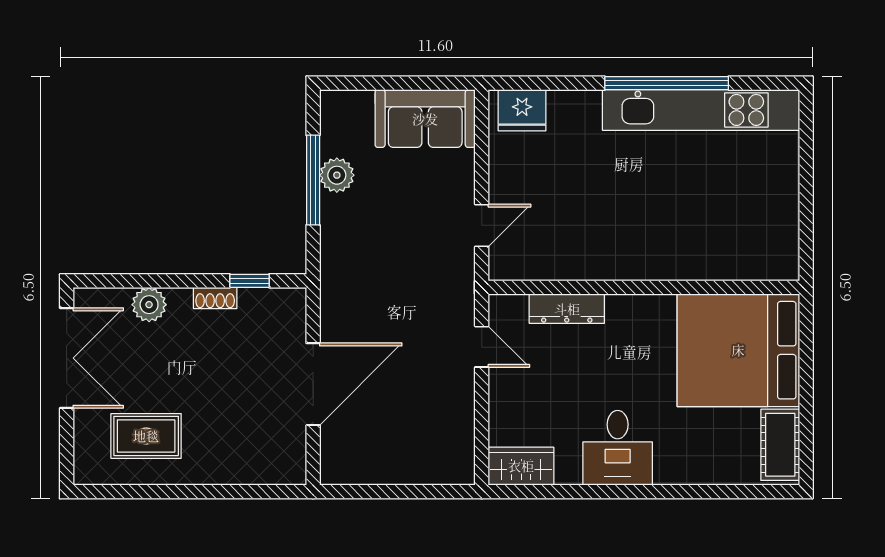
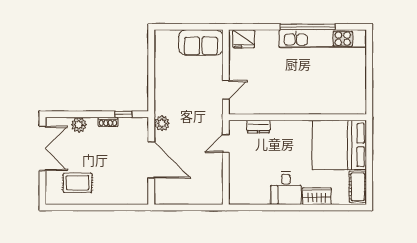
plant: (337, 175) -> (162, 123), moved
window: (313, 180) -> (151, 70), removed
dresser: (567, 309) -> (258, 127), width x0.70
door: (482, 347) -> (226, 143), swing flipped
door: (313, 384) -> (151, 160), hinge flipped
wardrobe: (521, 466) -> (317, 196), moved

